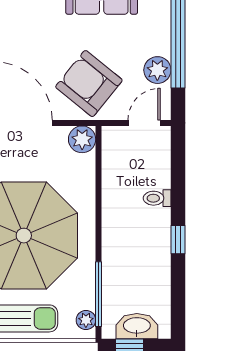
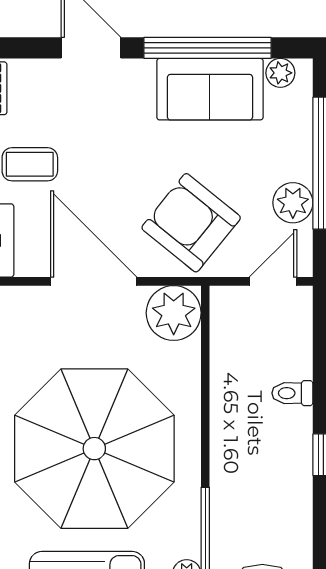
plant: (82, 139) -> (174, 313), width x1.36, depth x1.36

